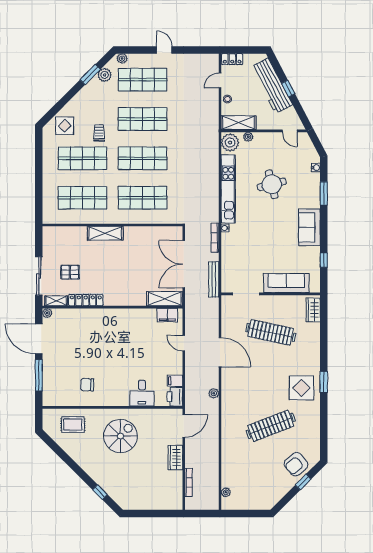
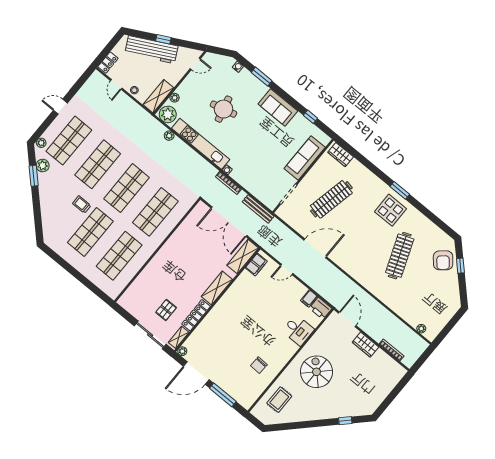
display table: (65, 126) -> (56, 225), removed
shelving: (105, 233) -> (217, 288), moved
plant: (214, 393) -> (169, 136), moved

